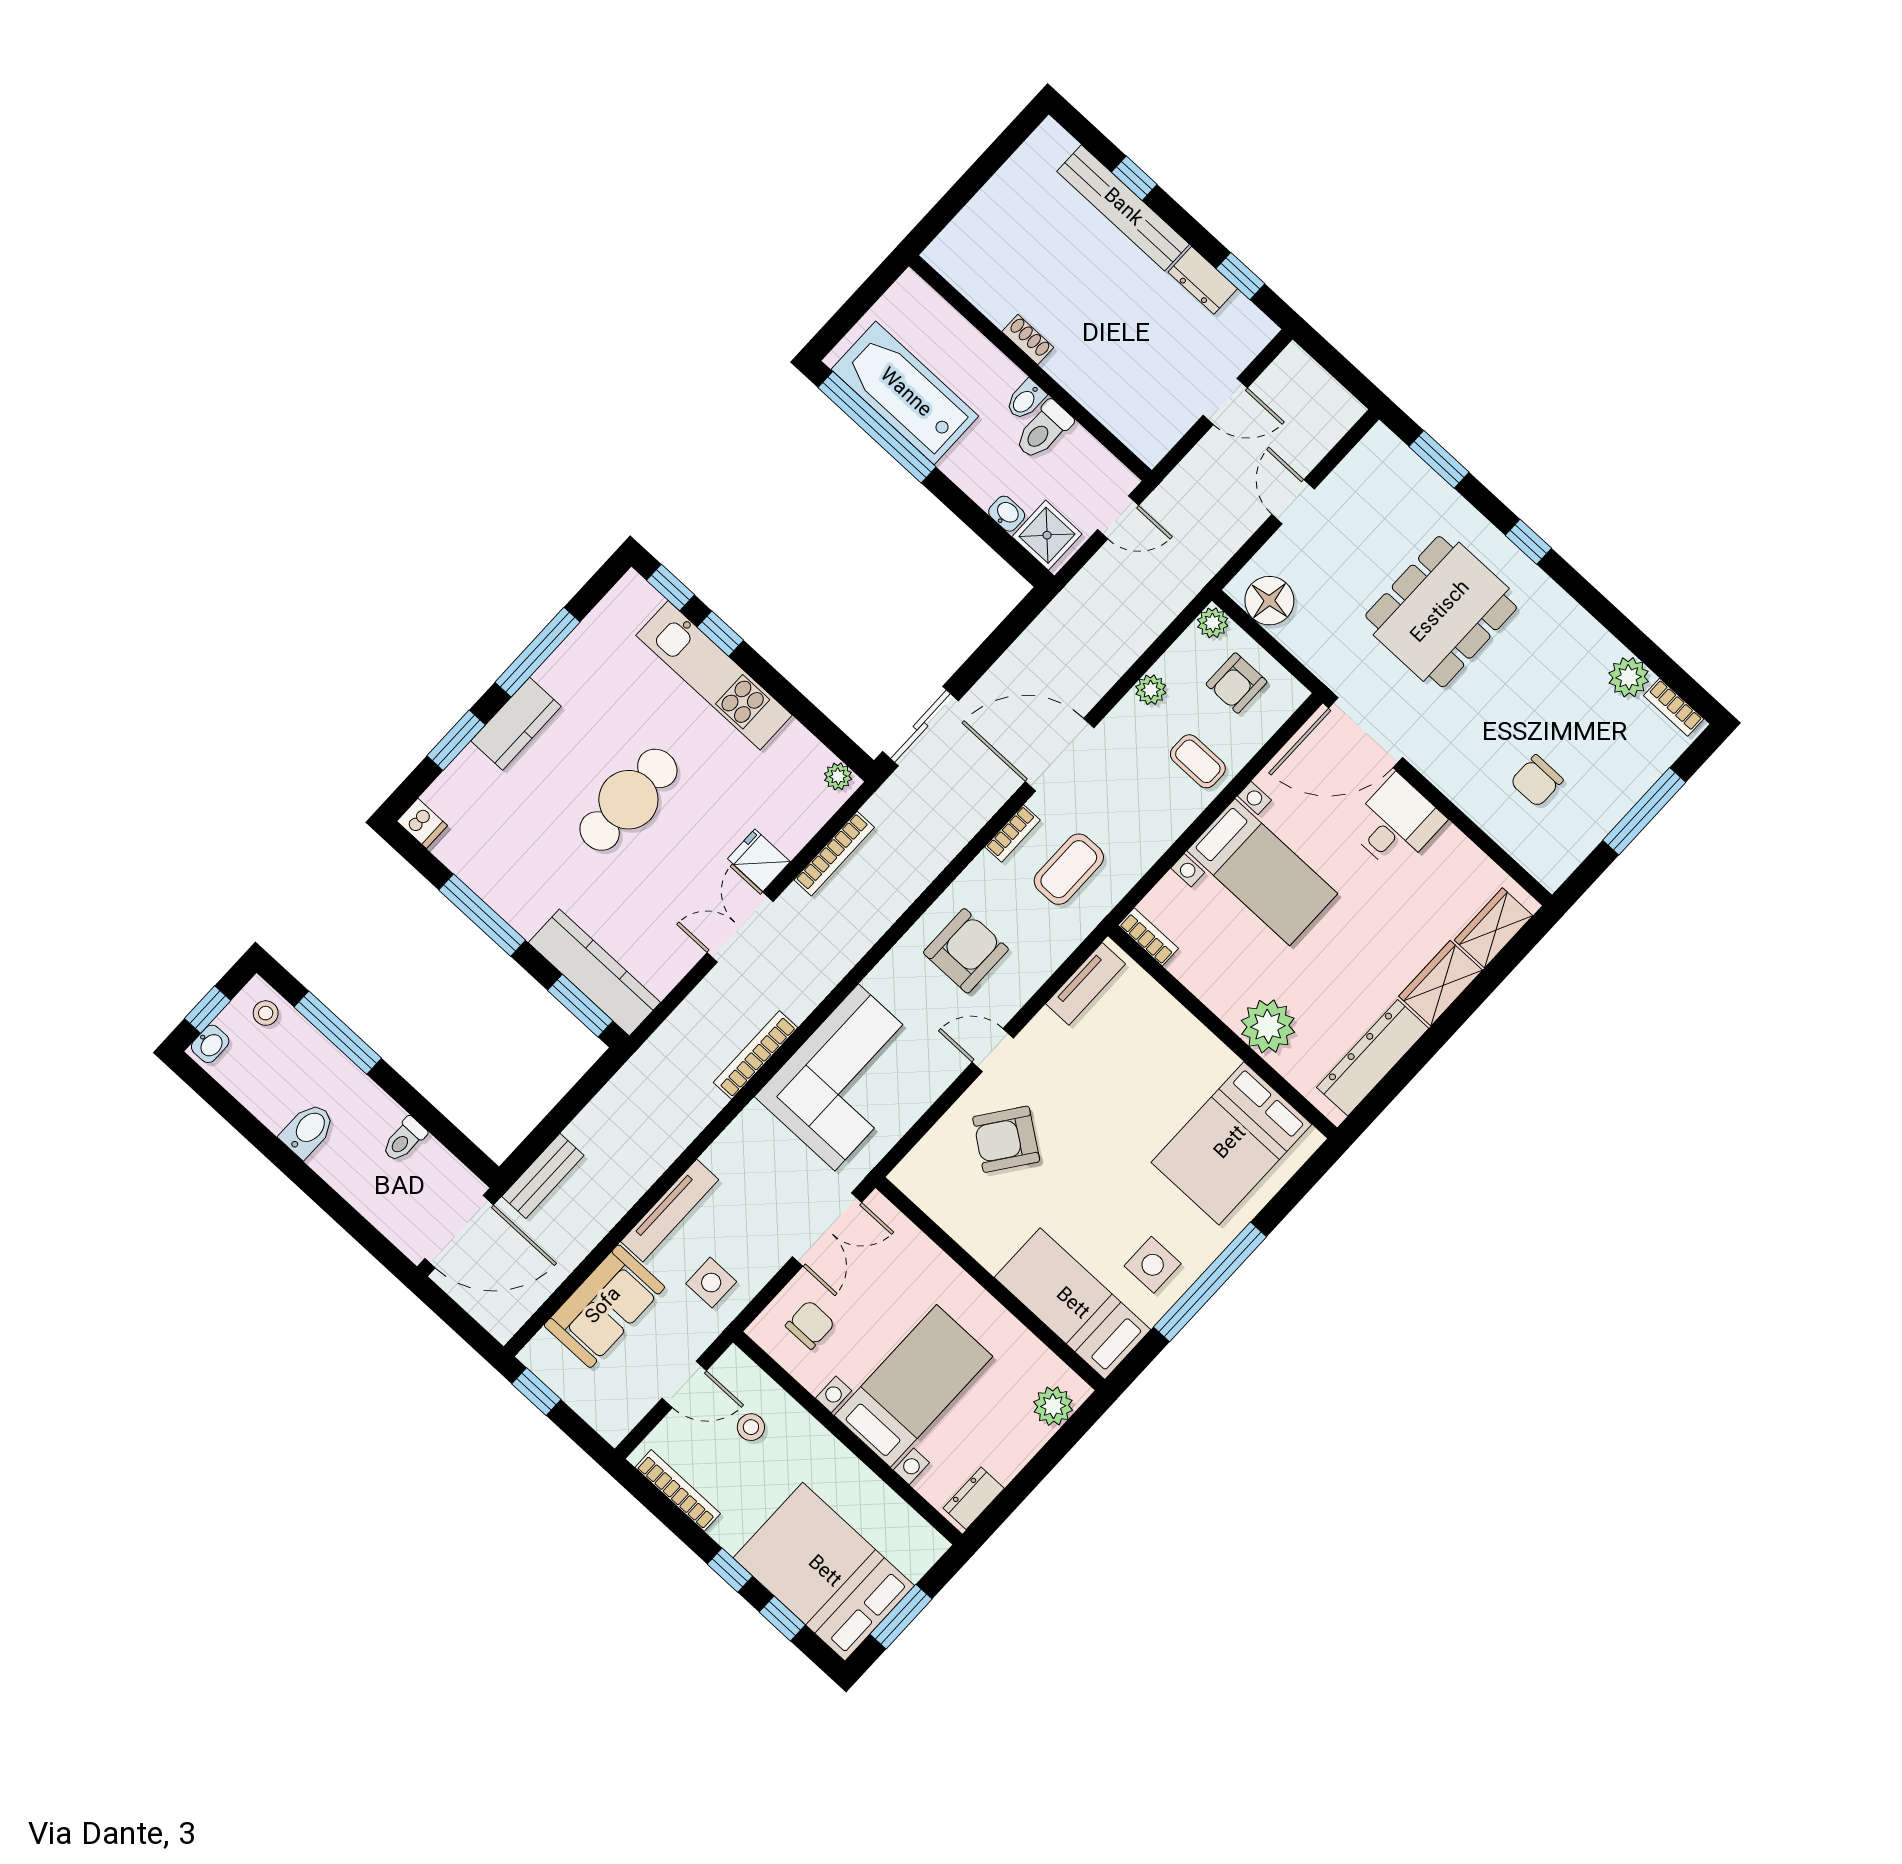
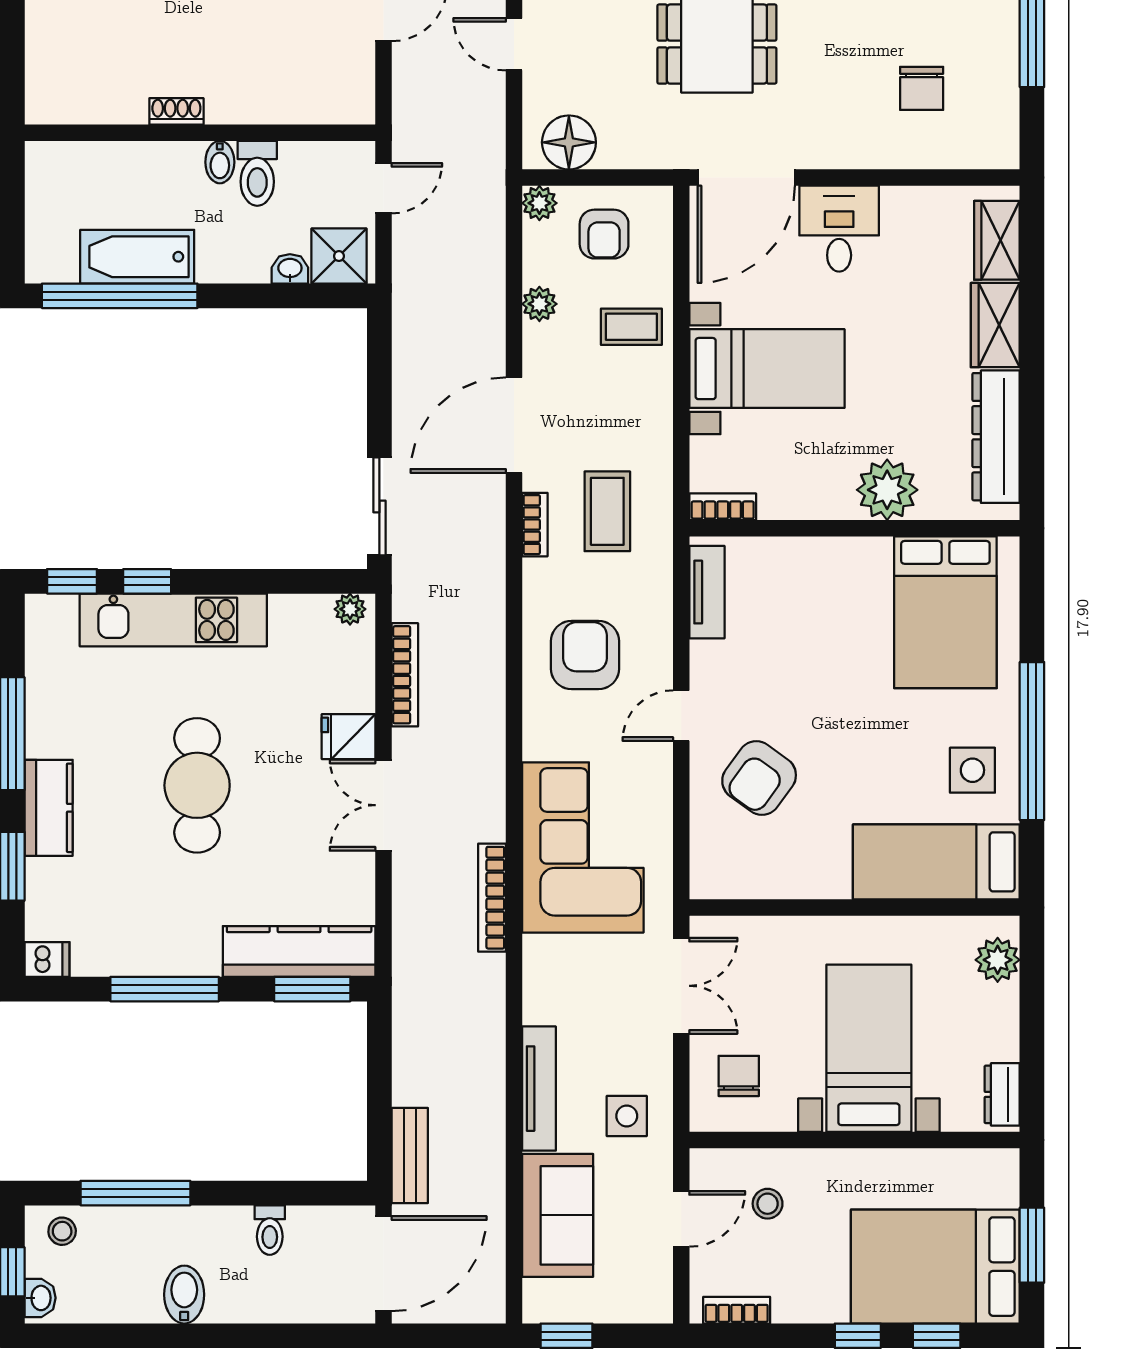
bathtub: (905, 393) -> (137, 257), width x0.73, depth x0.73
bookcase: (678, 1490) -> (737, 1310), width x0.64

